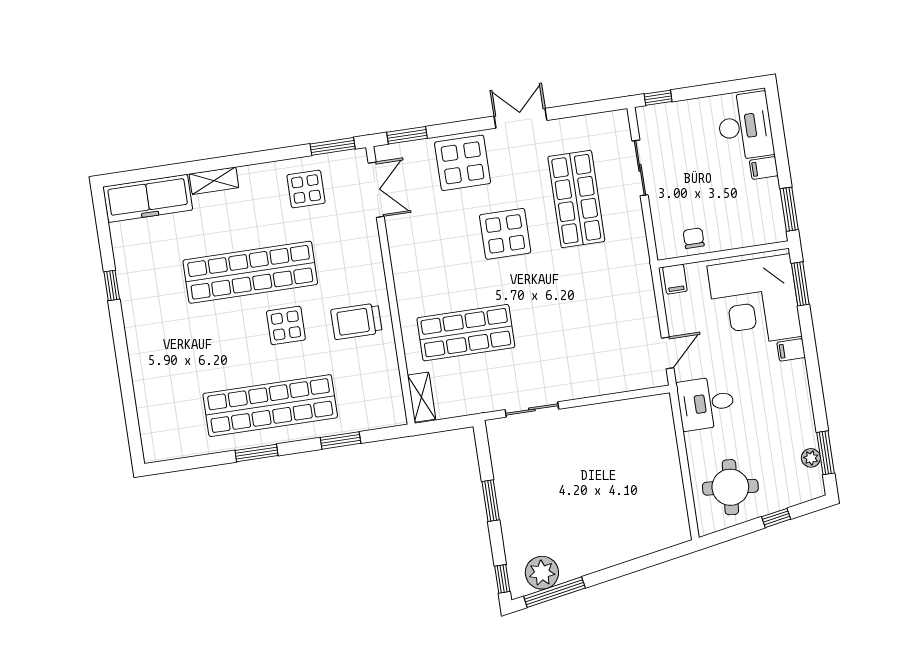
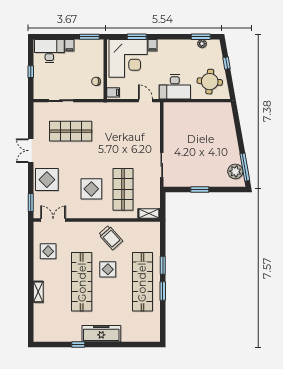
window: (658, 98) -> (31, 72), moved
window: (333, 146) -> (31, 237), removed
freezer: (148, 198) -> (101, 334), moved, turned -90
display table: (505, 234) -> (91, 189), moved
window: (800, 284) -> (137, 37), moved
trolley: (356, 321) -> (111, 238), turned -42
desk: (706, 403) -> (175, 87), width x1.37
window: (341, 440) -> (163, 265), moved
window: (502, 579) -> (235, 190), removed

